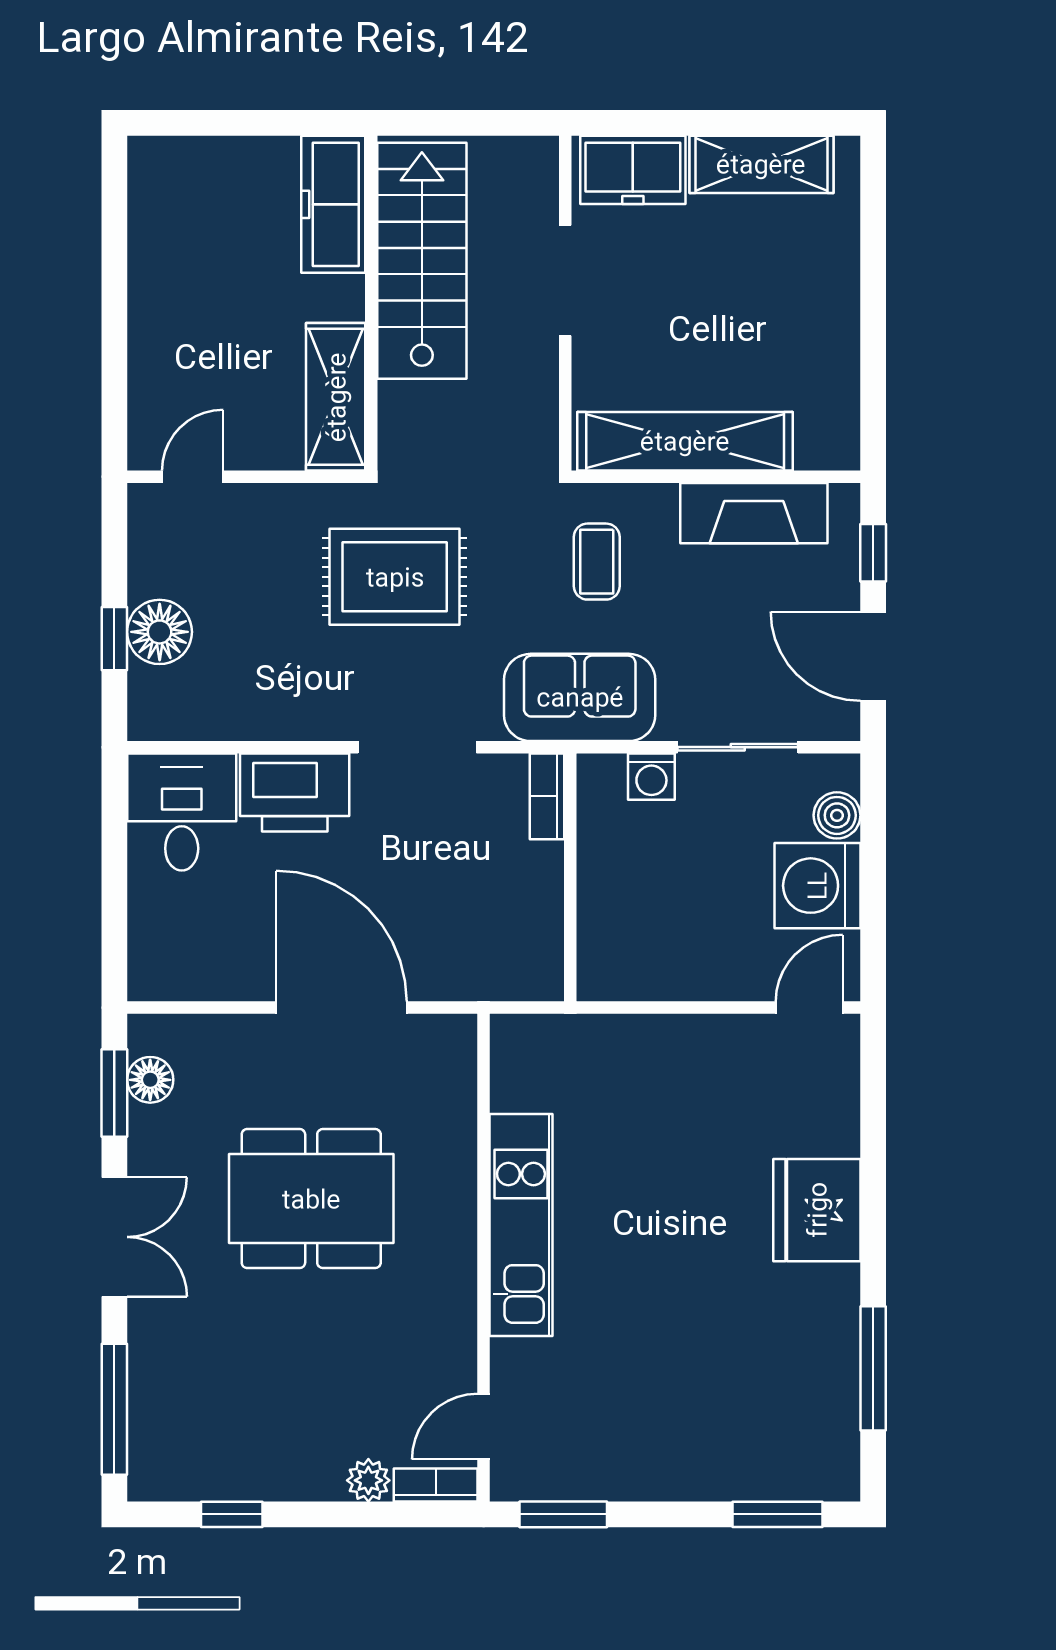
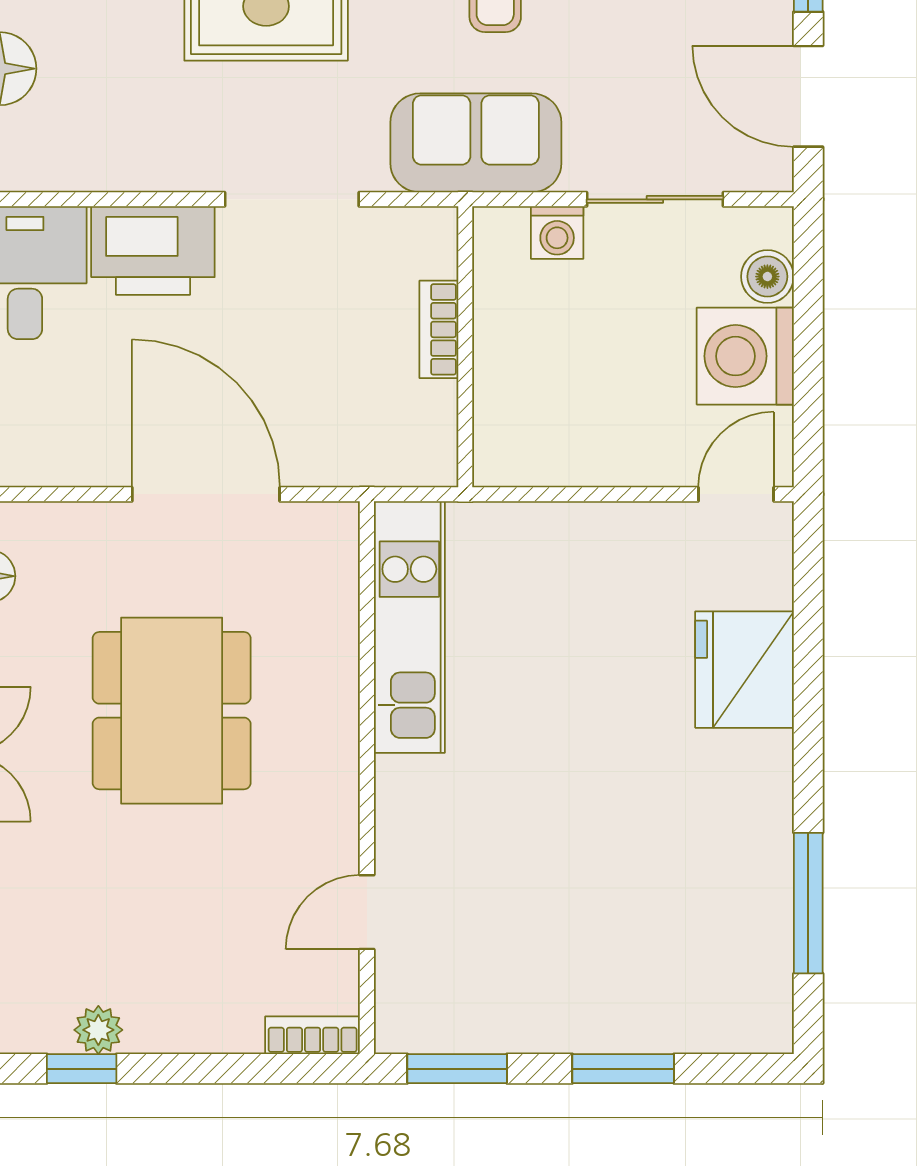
bookcase: (547, 796) -> (439, 329), moved
dining table: (311, 1199) -> (172, 711), turned 90
fridge: (817, 1210) -> (744, 670), moved
kitchen unit: (521, 1225) -> (409, 627), moved
door: (484, 1427) -> (367, 912), moved
plant: (368, 1480) -> (98, 1030), moved
window: (778, 1514) -> (623, 1069), moved

